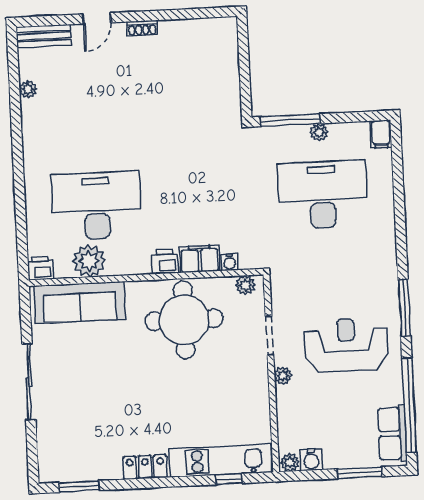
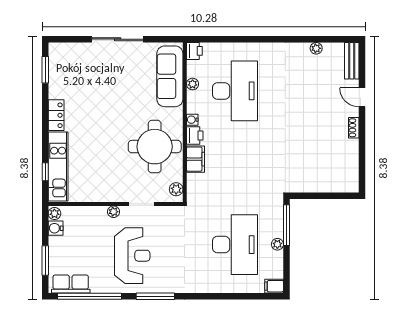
plant: (89, 261) -> (193, 84), width x0.53, depth x0.53
water cooler: (230, 262) -> (192, 120), moved

